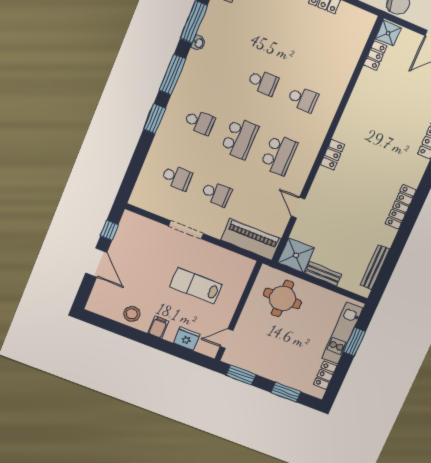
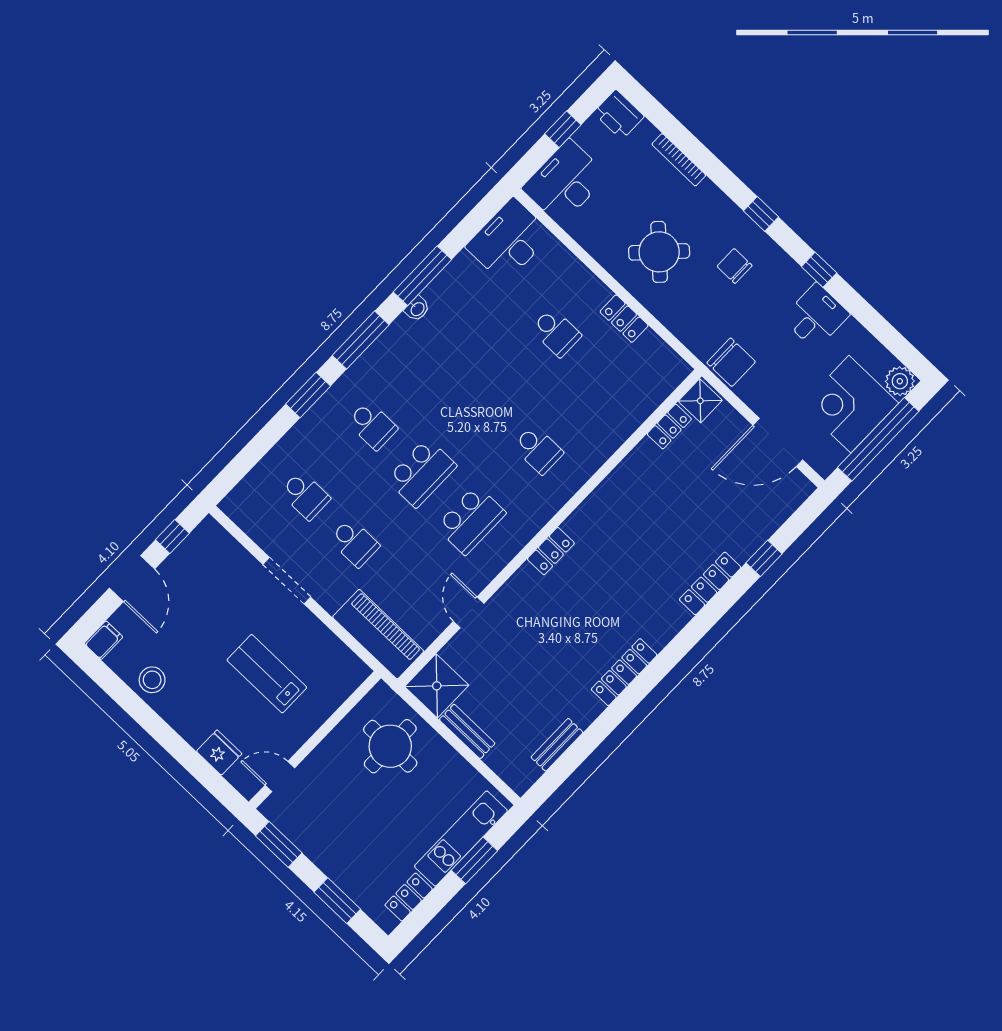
school desk: (263, 82) -> (556, 332), moved
bench: (375, 267) -> (557, 745), width x0.73
filing cabinet: (158, 327) -> (103, 640), moved

